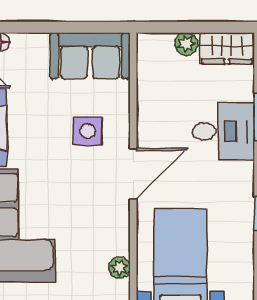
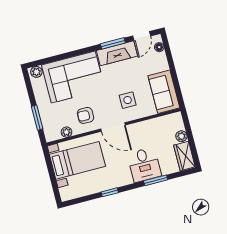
armchair: (96, 222) -> (85, 115), added

